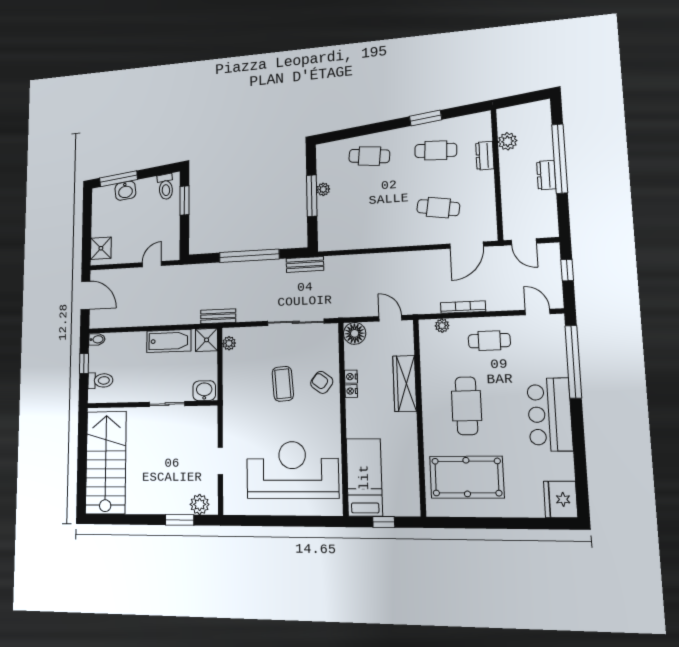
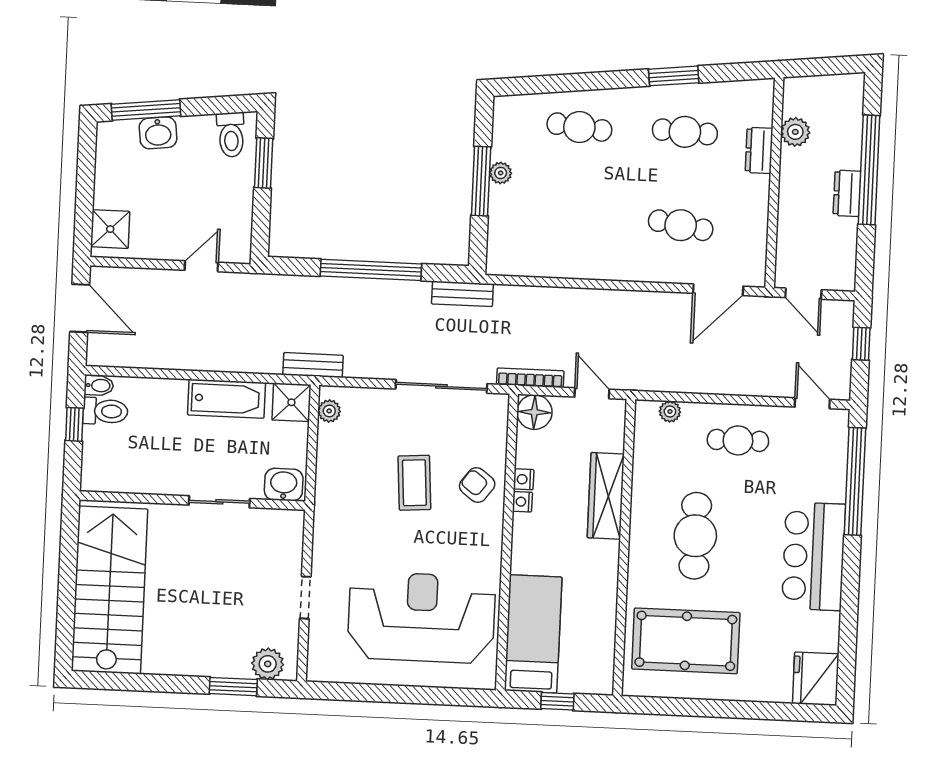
bookcase: (463, 307) -> (530, 378), moved
toilet: (100, 381) -> (105, 411), moved

